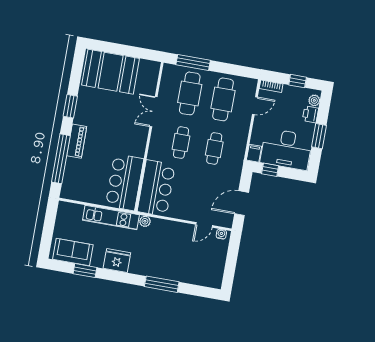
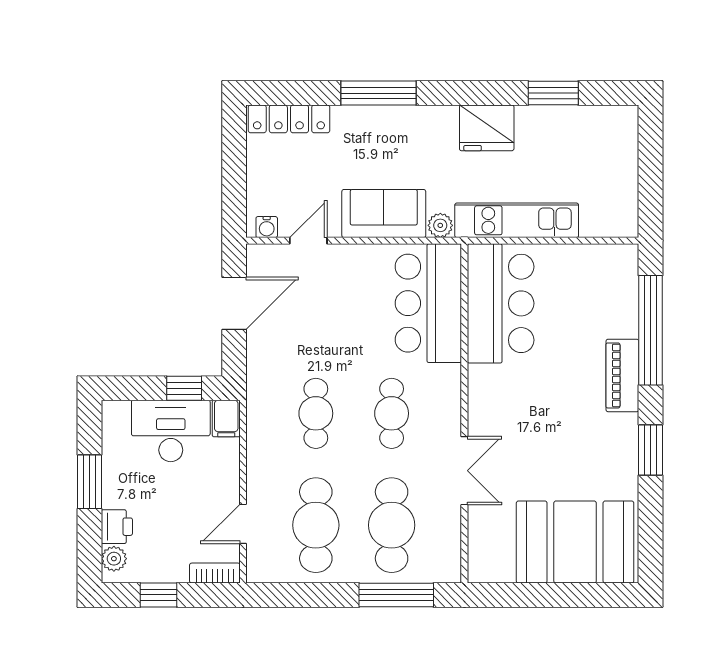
desk: (286, 149) -> (171, 431), width x0.73, depth x0.77
sofa: (73, 252) -> (384, 214), moved, turned 180
locker: (203, 280) -> (289, 119), added

